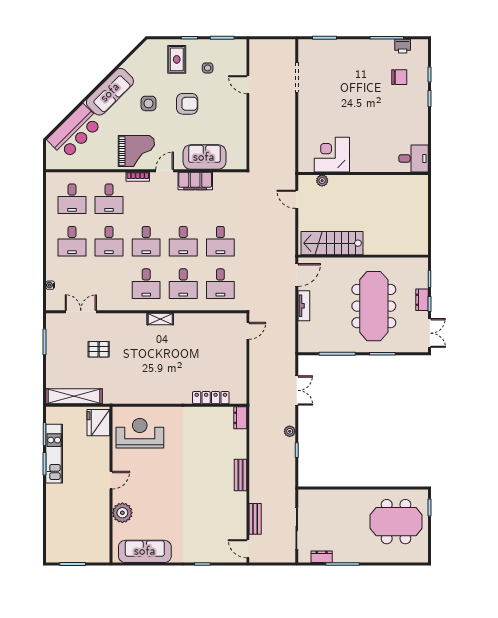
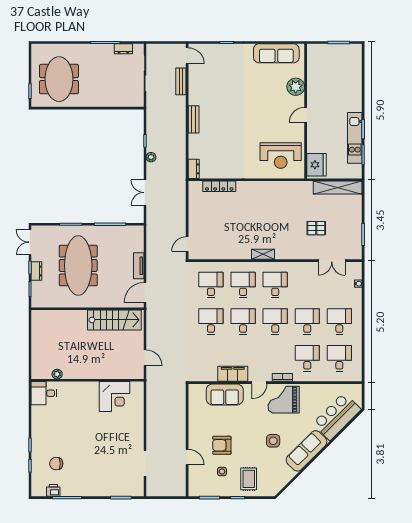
armchair: (187, 104) -> (222, 445), moved
plant: (322, 181) -> (57, 374), moved
meeting table: (396, 522) -> (59, 79), turned 90

